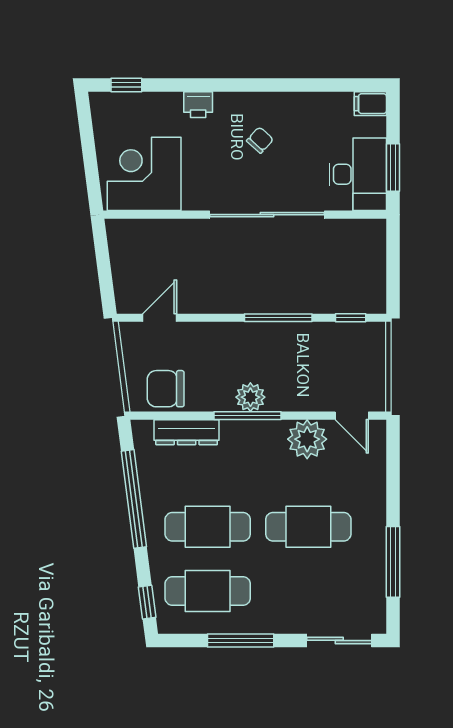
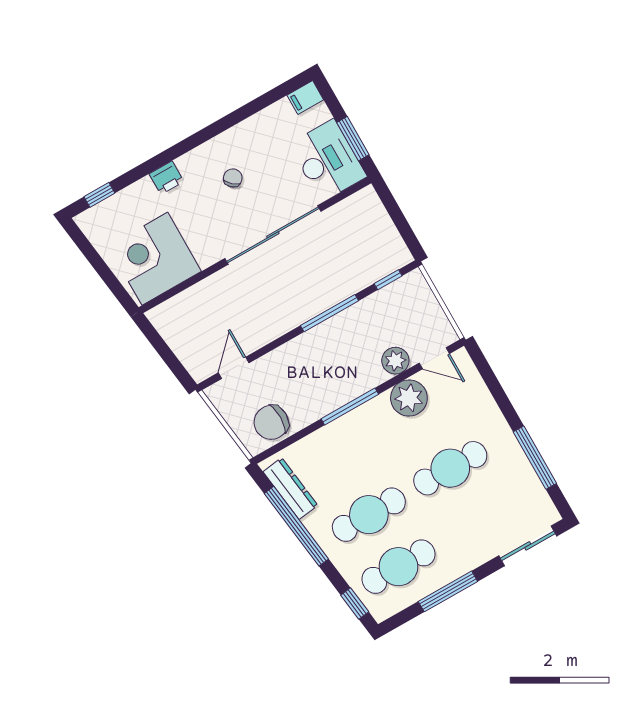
plant: (250, 397) -> (395, 361), moved
dresser: (187, 432) -> (290, 489), moved, turned -97

